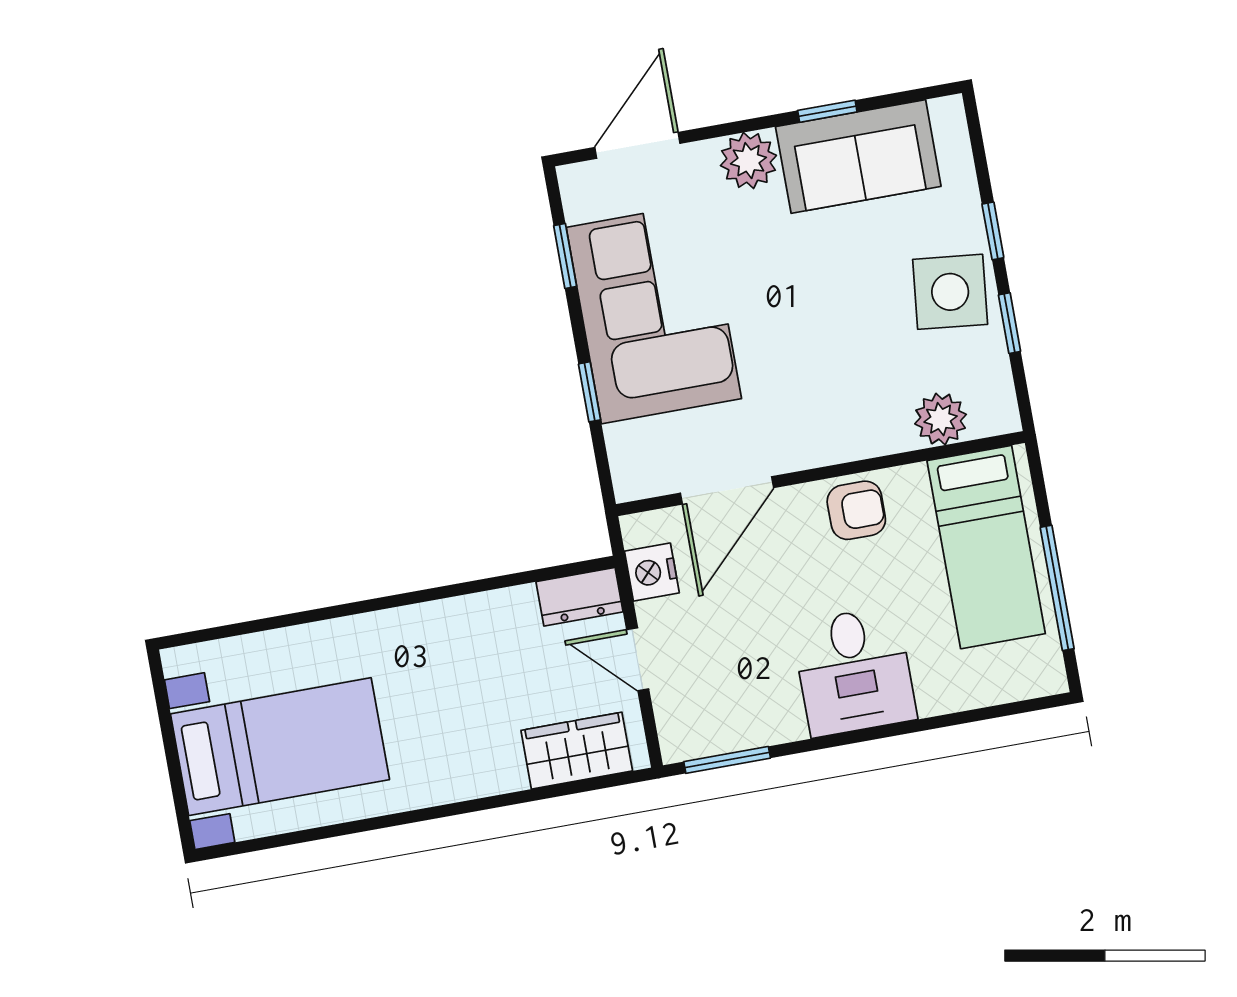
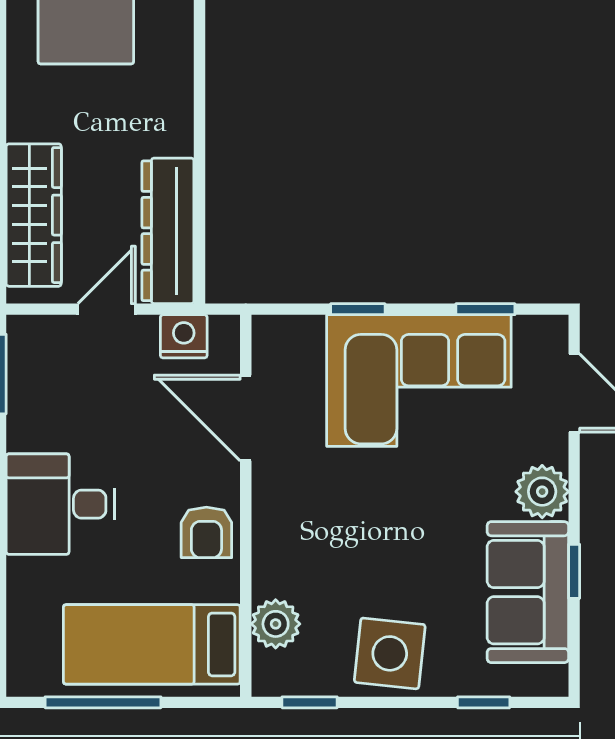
window: (993, 231) -> (484, 702), moved
window: (1010, 323) -> (310, 702), moved
dresser: (580, 597) -> (168, 231), width x1.96, depth x1.24
wardrobe: (577, 751) -> (34, 215), width x1.50

